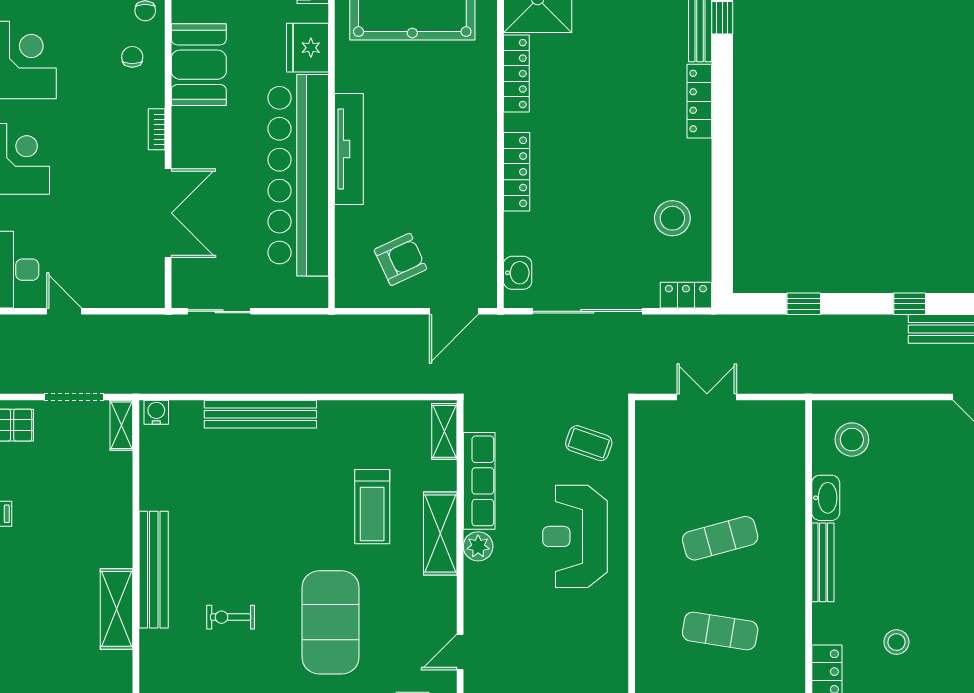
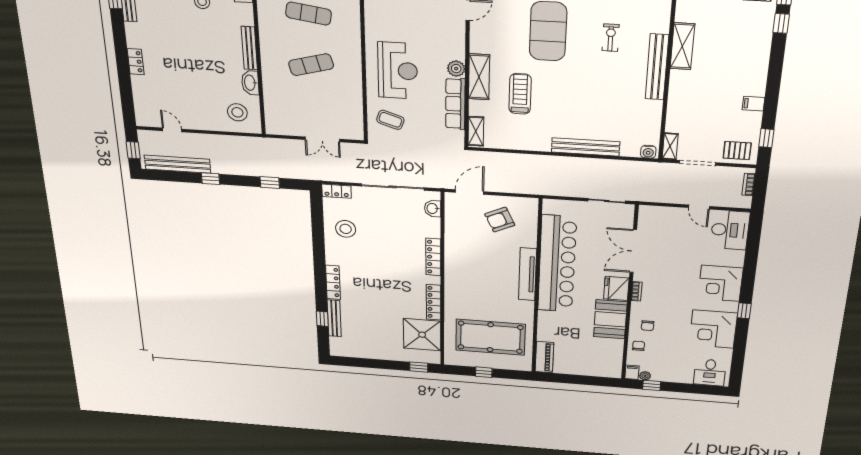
fridge: (308, 48) -> (616, 288), moved, turned 180
exercise bike: (231, 617) -> (611, 38), turned -90

